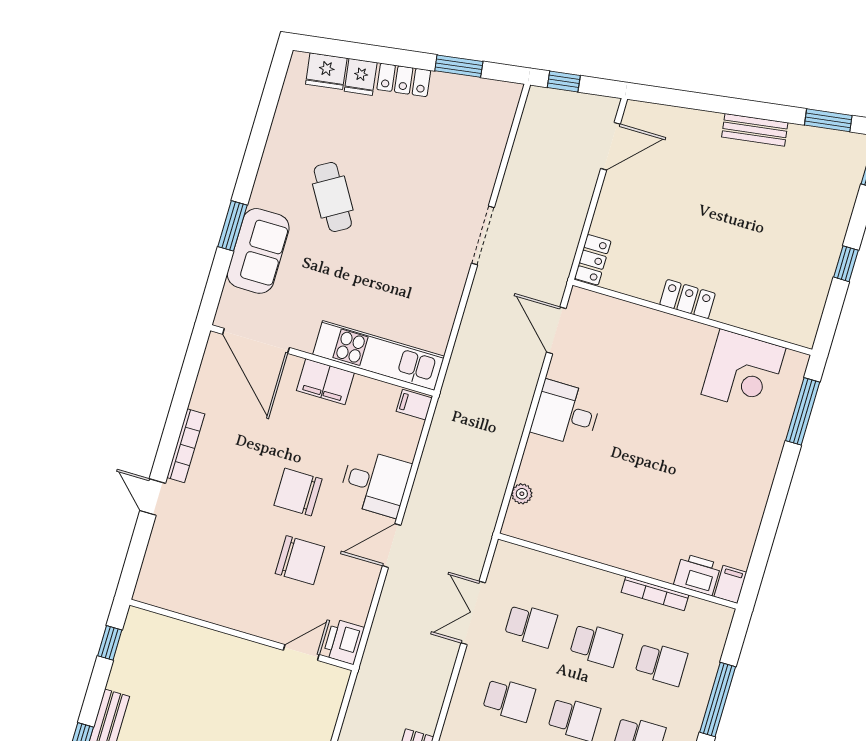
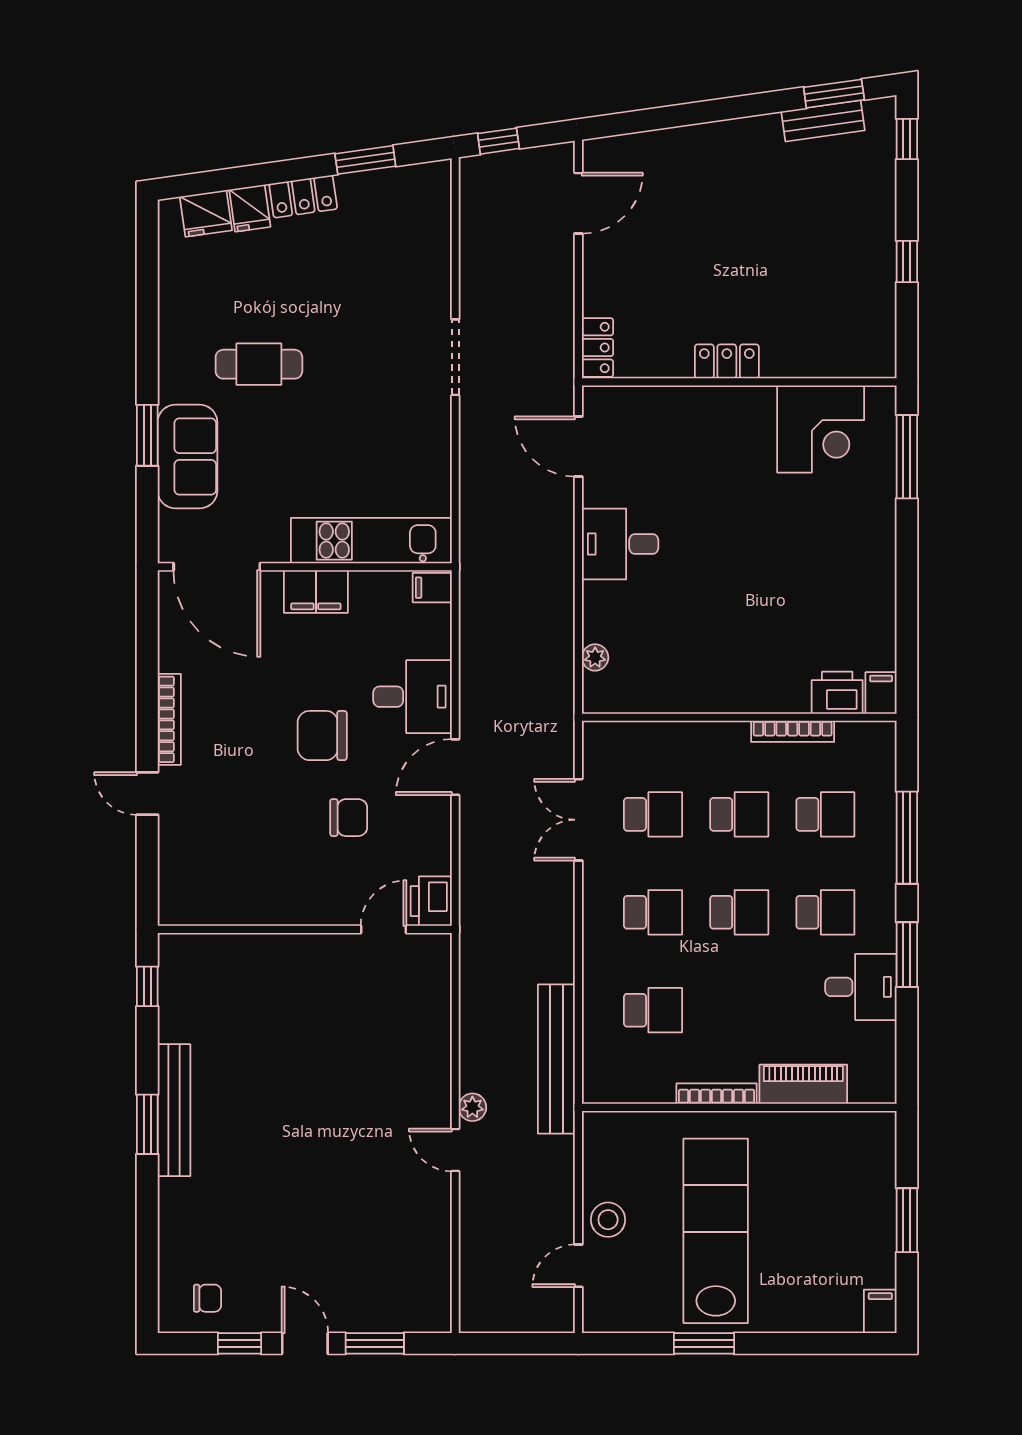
bench: (755, 130) -> (823, 121), moved
cafe table: (333, 197) -> (259, 364), turned -59
chair: (300, 560) -> (349, 818), width x0.73, depth x0.73

